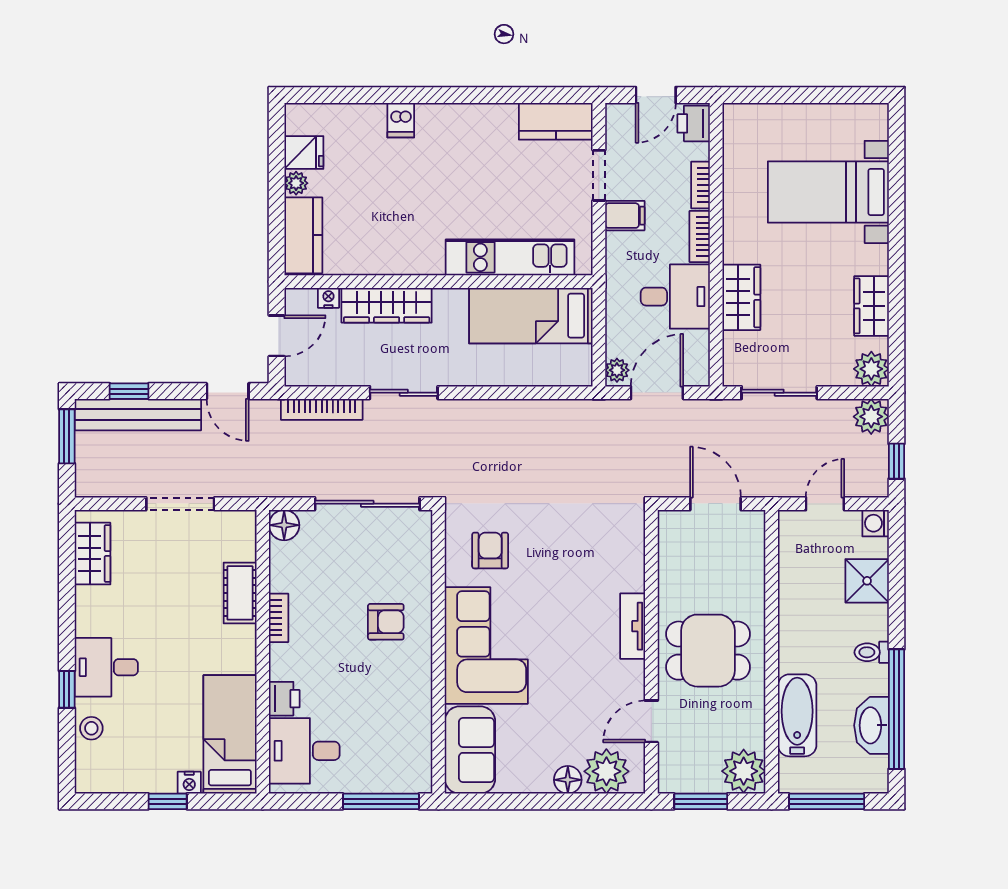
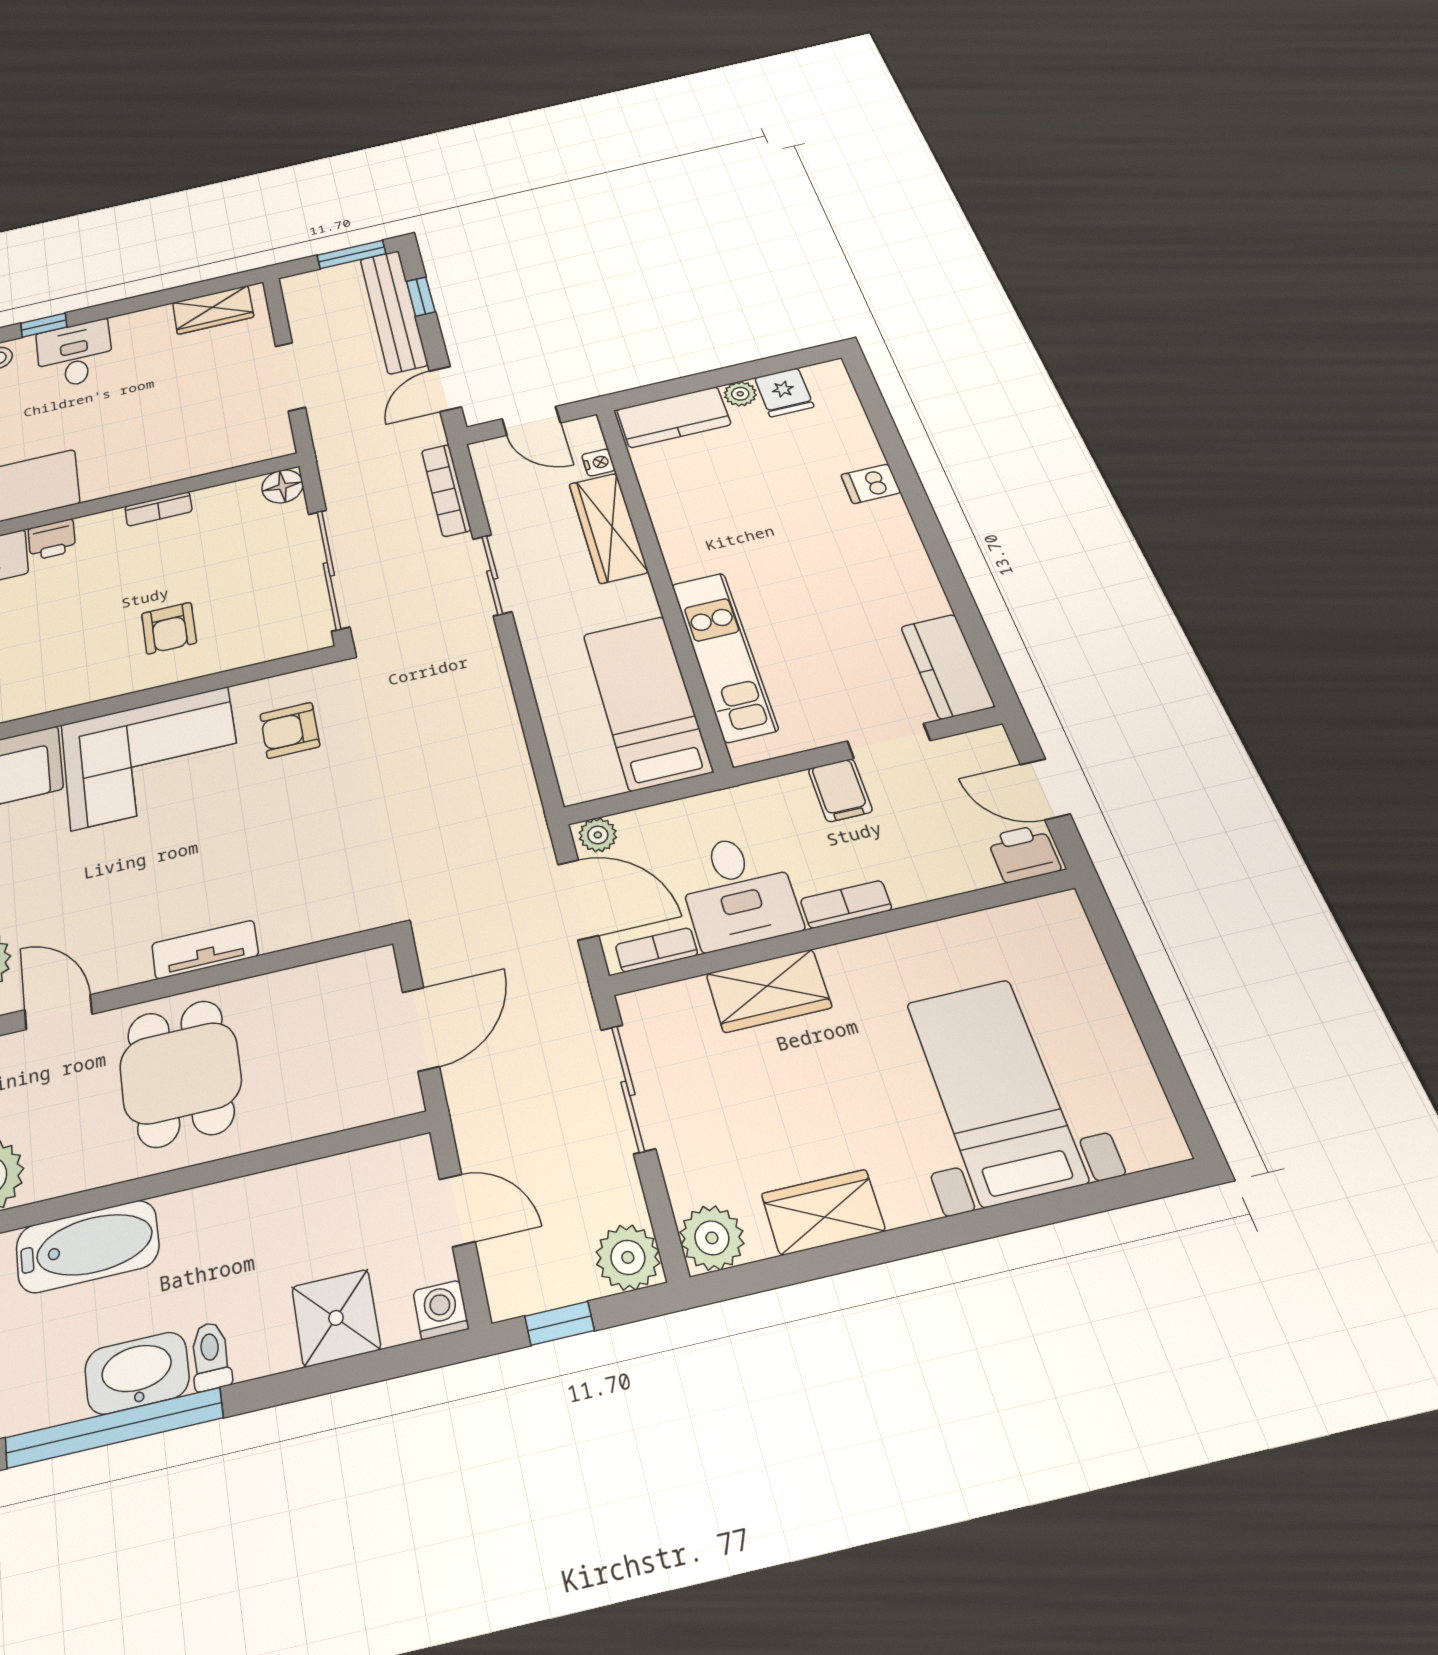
bookcase: (701, 185) -> (657, 950), moved
armchair: (490, 550) -> (290, 730), turned 180
cot: (240, 593) -> (186, 462), removed
washbasin: (871, 725) -> (137, 1373), moved

